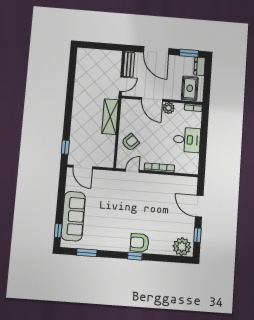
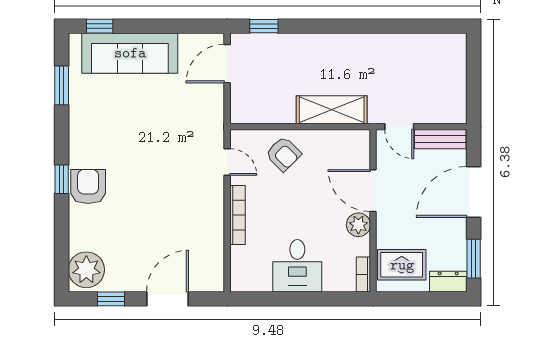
door: (152, 99) -> (373, 191), hinge flipped

